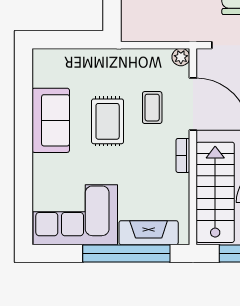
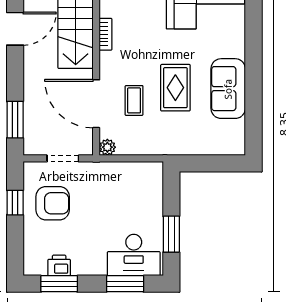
bookcase: (183, 155) -> (106, 34), moved

